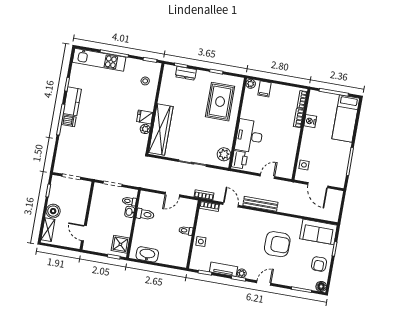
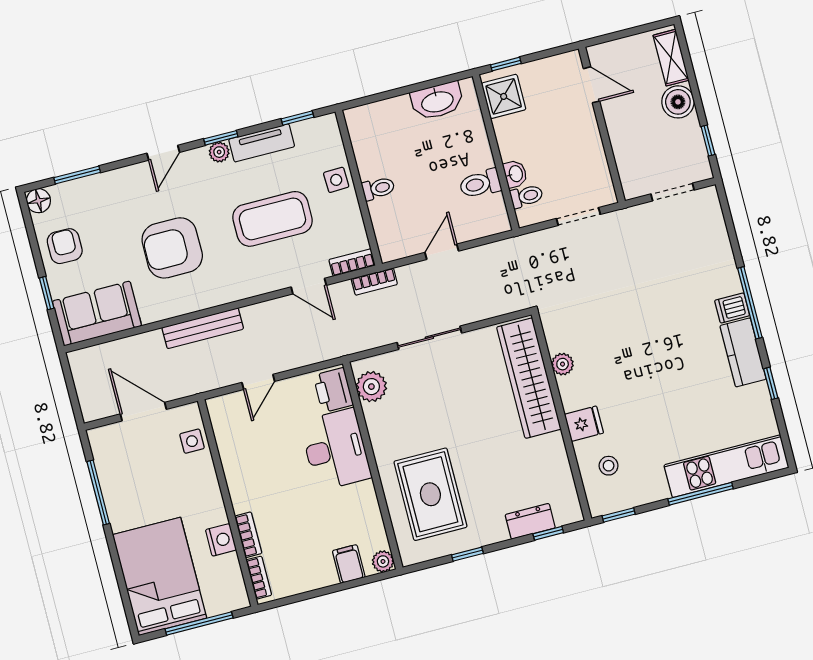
fridge: (145, 117) -> (584, 424), moved
bed: (346, 119) -> (160, 576), width x1.50
bench: (260, 204) -> (203, 328), moved
coffee table: (233, 238) -> (272, 219), added

